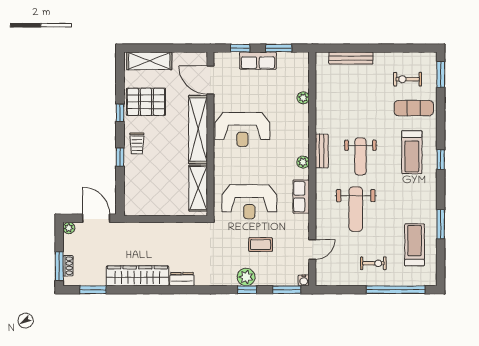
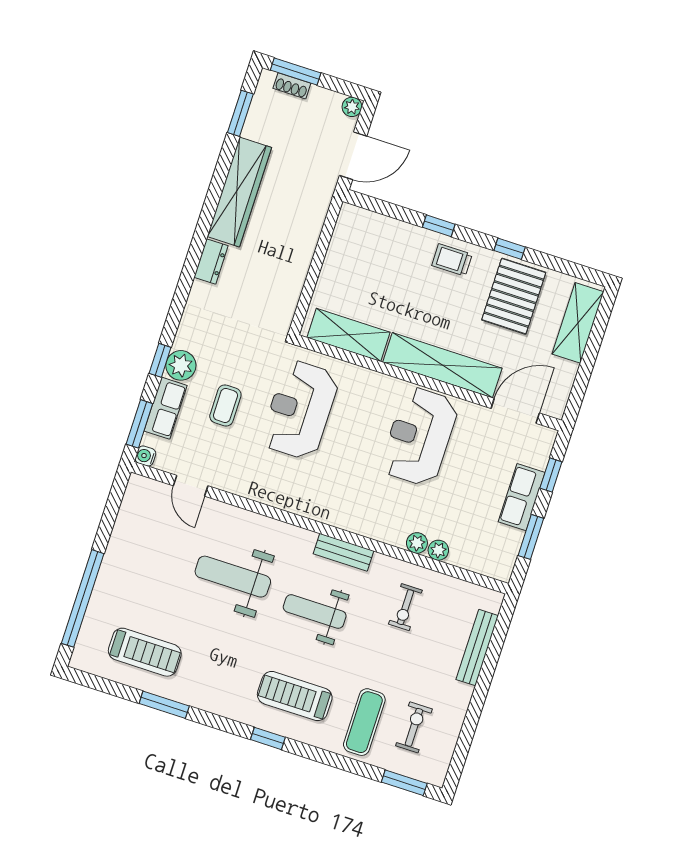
plant: (303, 162) -> (417, 543), moved
row of seats: (301, 197) -> (166, 408), moved, turned 90
exercise bike: (373, 263) -> (405, 607), moved

